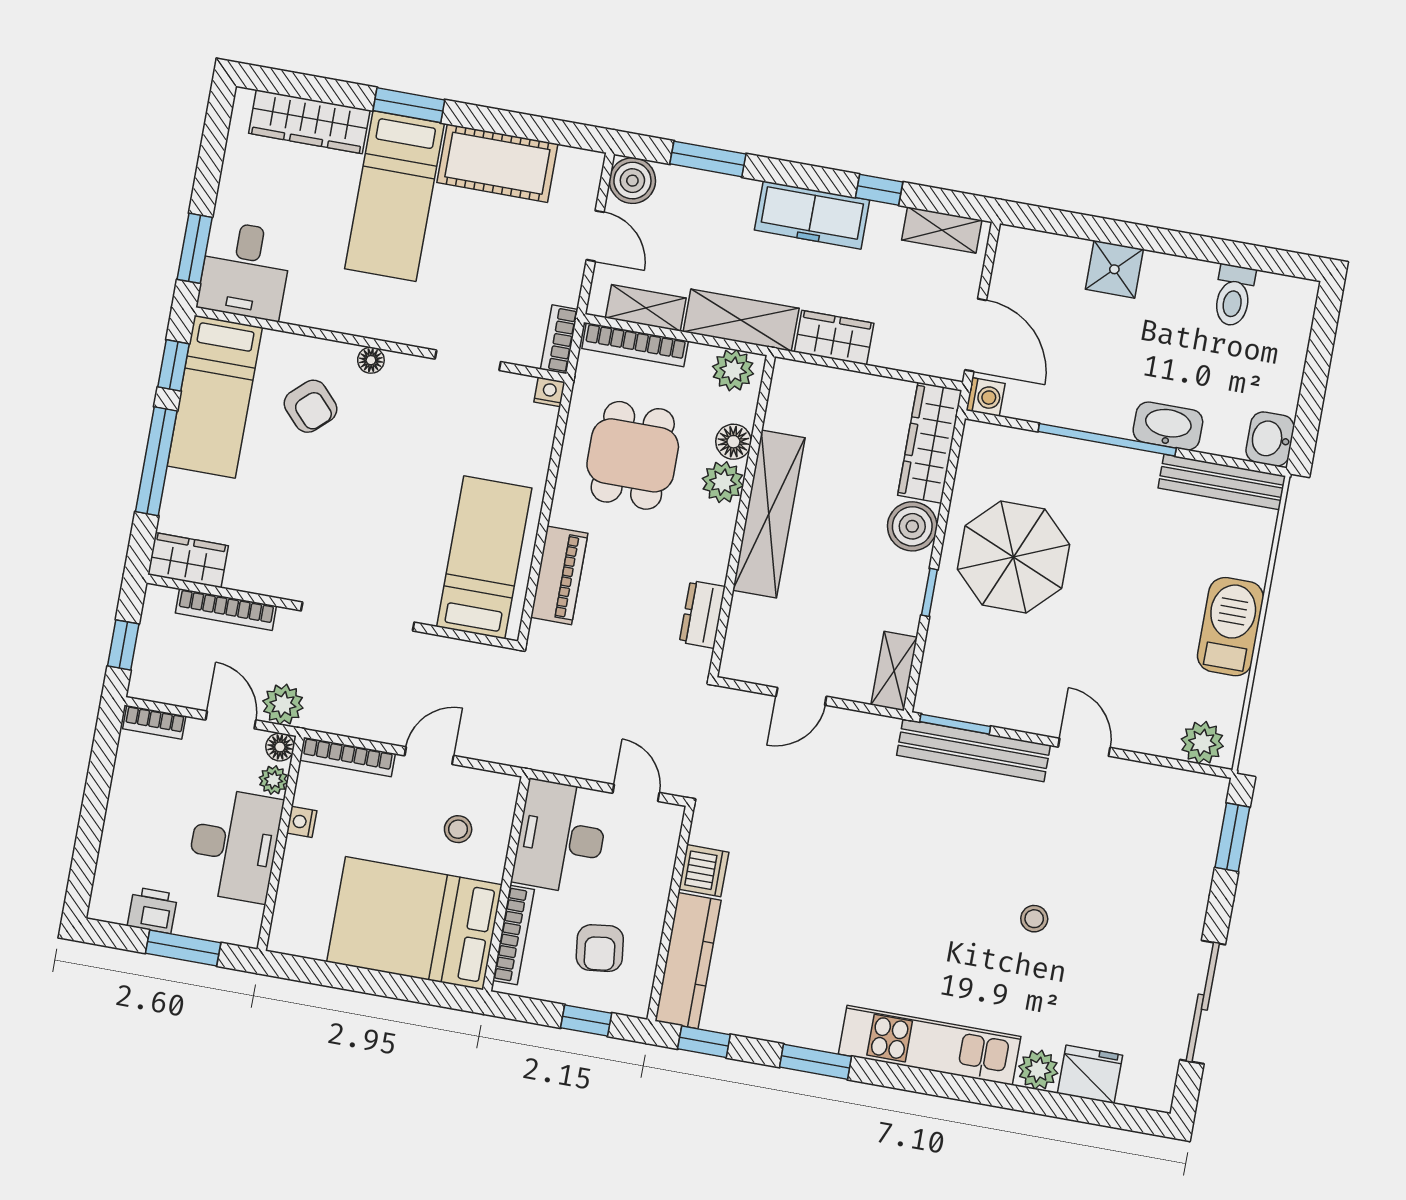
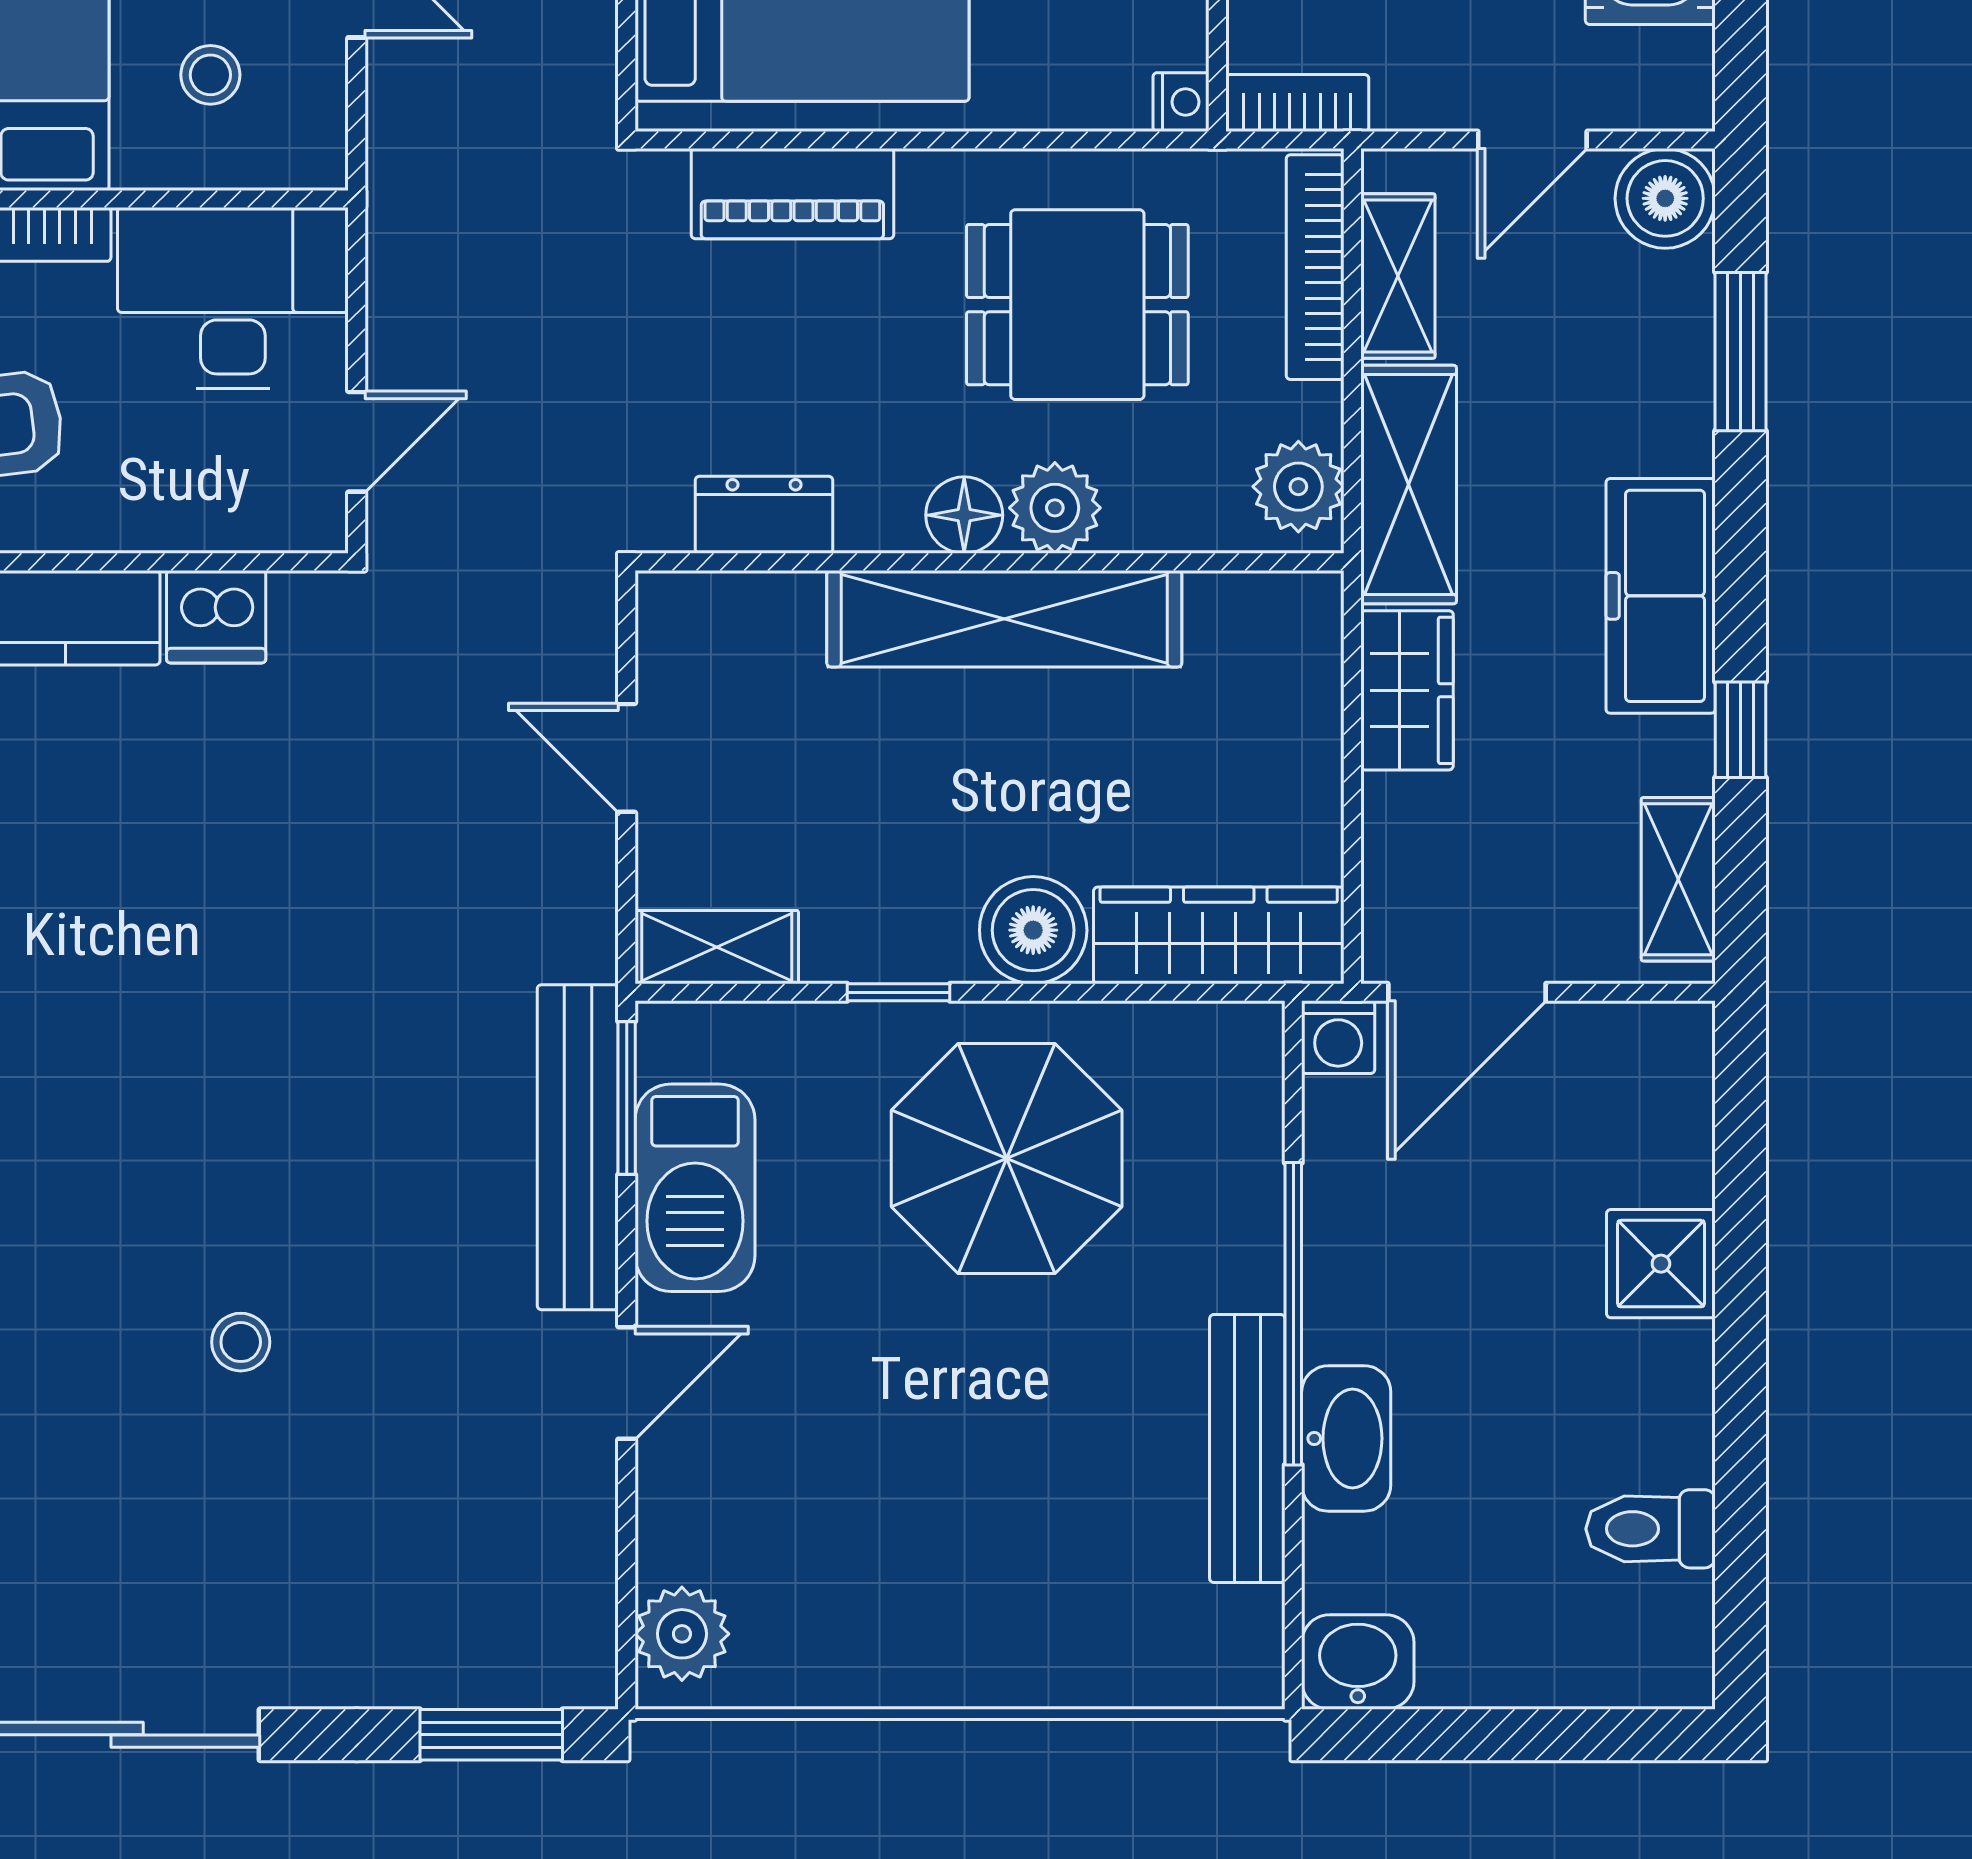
floor lamp: (733, 442) -> (964, 515), moved
bench: (1222, 482) -> (1247, 1449), moved
barbecue: (1230, 627) -> (695, 1188), moved, turned 90

